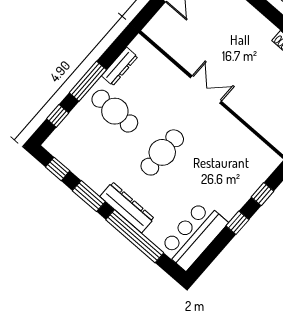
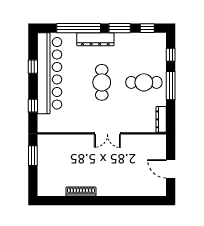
dresser: (120, 66) -> (161, 119), moved
window: (237, 223) -> (33, 67), moved
bar counter: (194, 235) -> (49, 73), width x1.86

